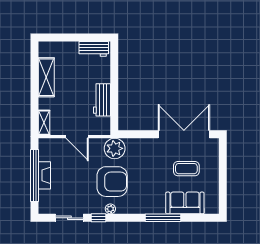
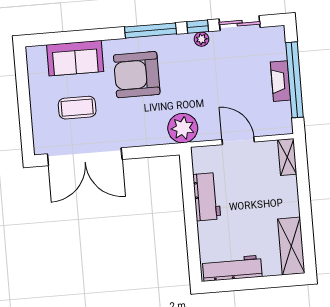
workbench: (94, 49) -> (232, 268), width x1.38
shelving: (46, 77) -> (291, 246), moved
armchair: (112, 182) -> (137, 75), moved
plant: (110, 209) -> (202, 39), moved
window: (163, 218) -> (151, 30), moved

